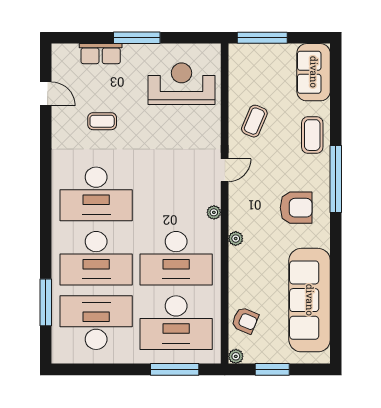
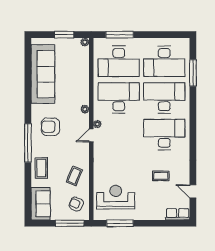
window: (137, 38) -> (120, 223), moved
row of seats: (101, 54) -> (178, 214), moved
reception desk: (182, 84) -> (116, 197), turned 180
door: (225, 170) -> (91, 135), moved
armchair: (245, 320) -> (76, 204), moved
desk: (176, 323) -> (119, 61), turned 180

